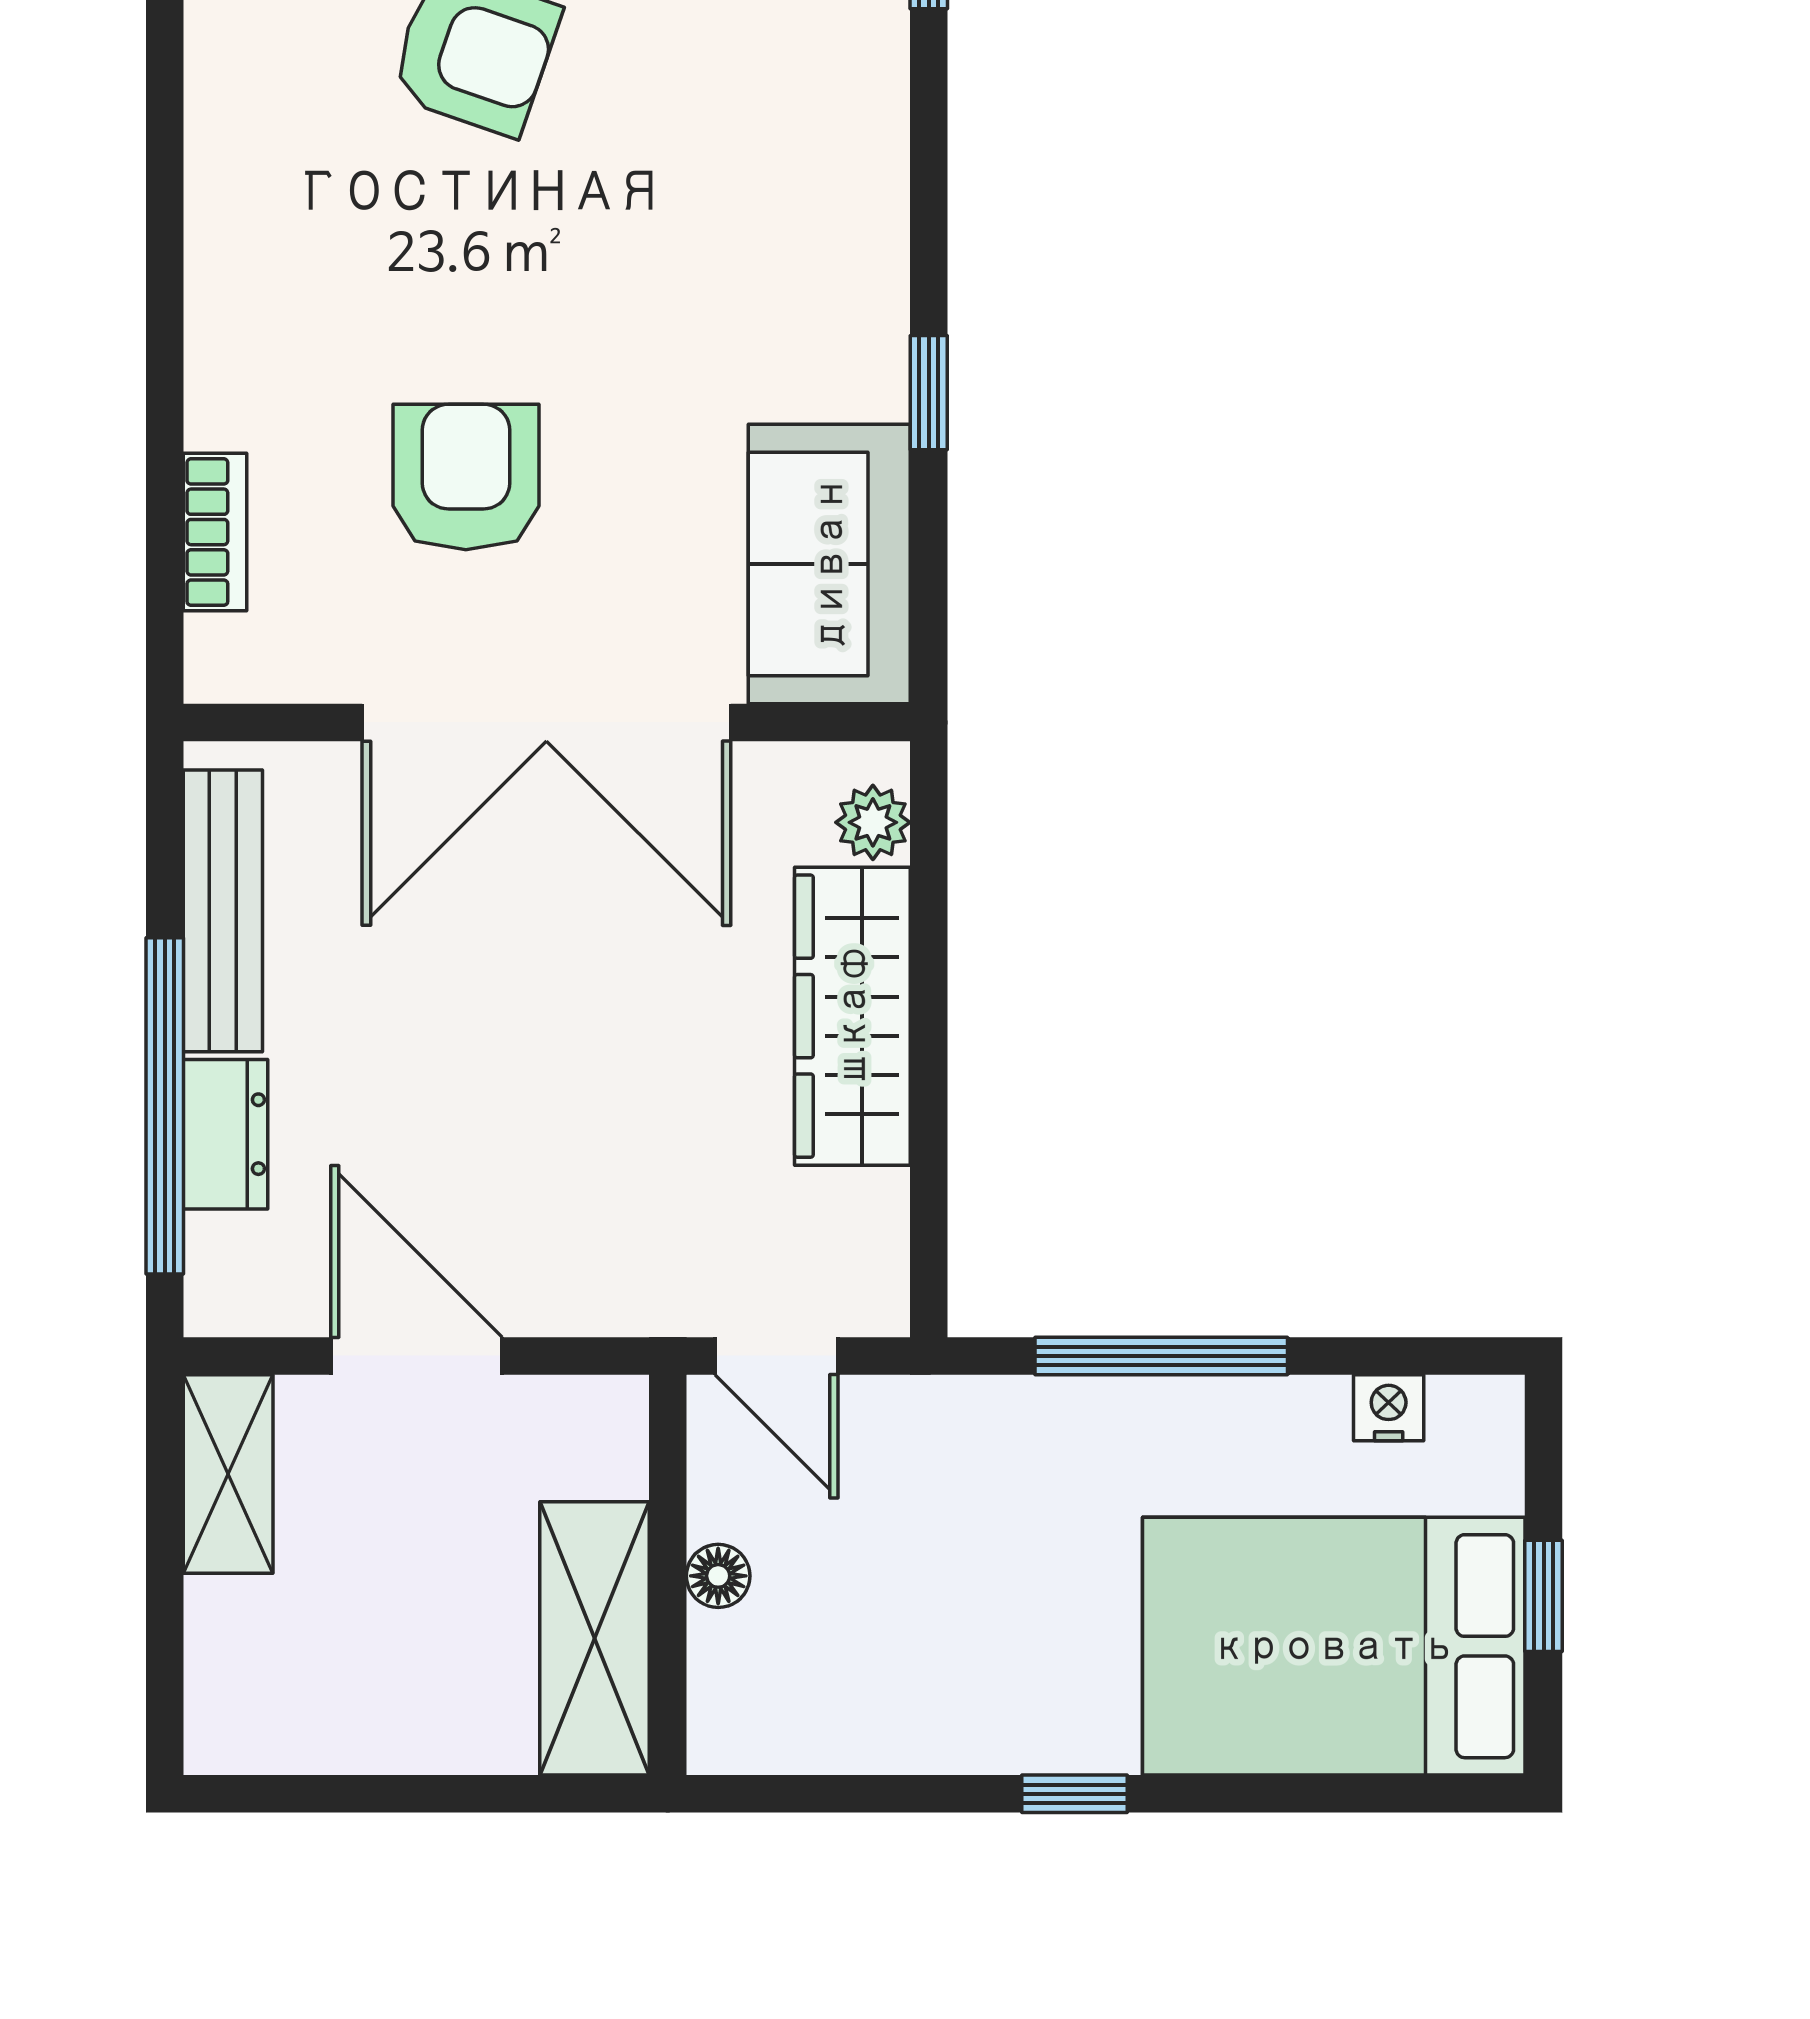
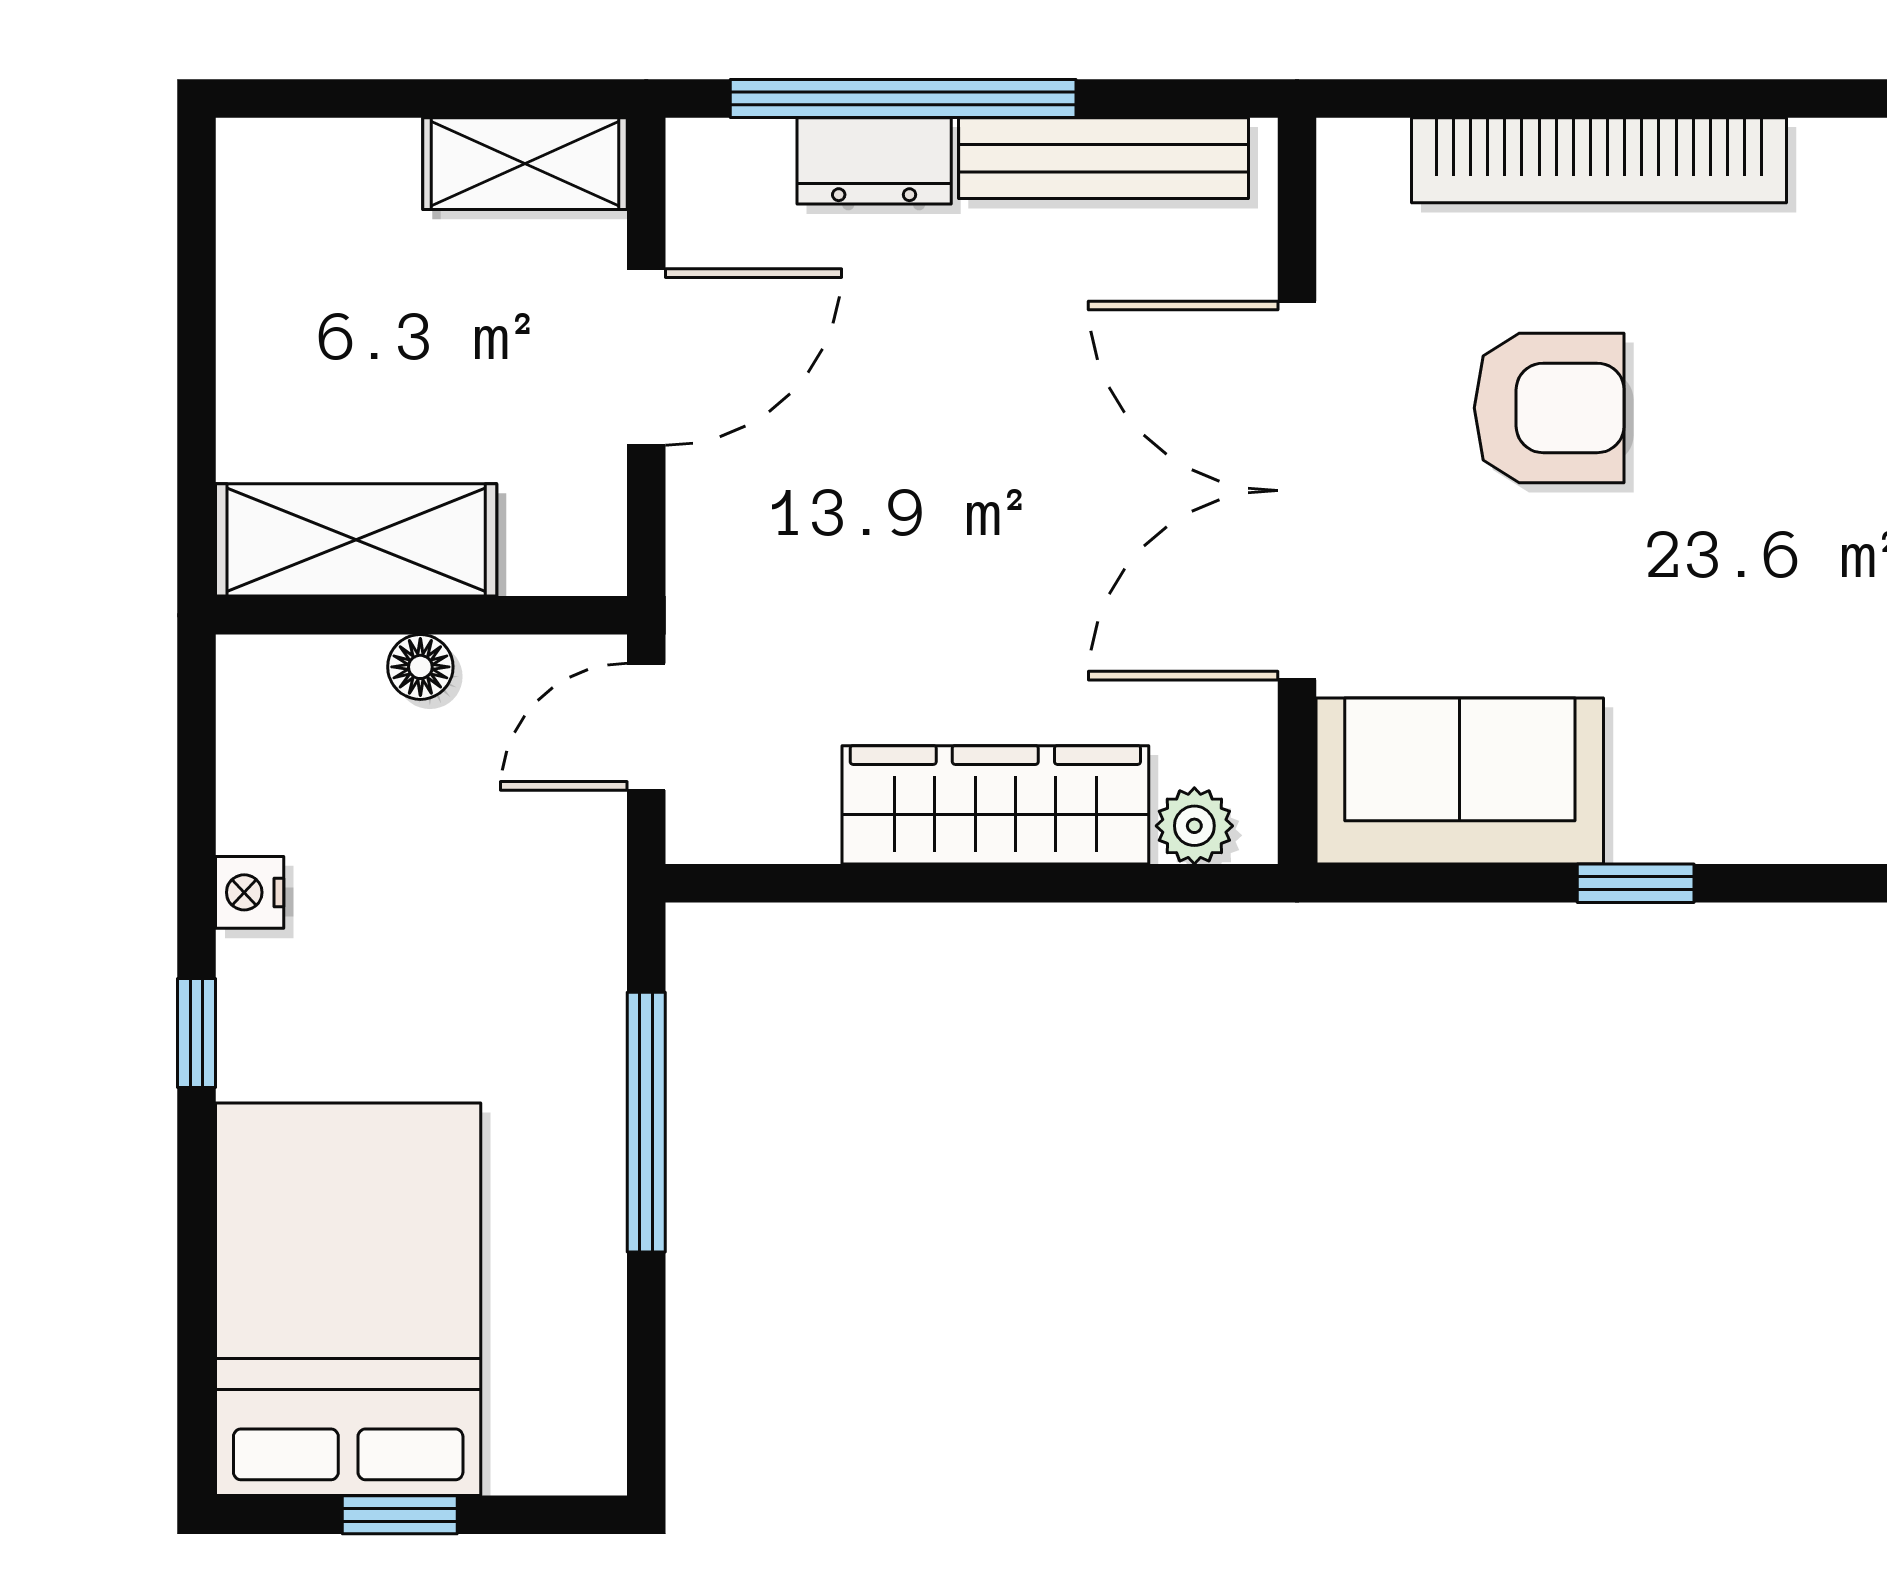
bookcase: (215, 532) -> (1599, 160), width x2.31, depth x1.31
nightstand: (1389, 1408) -> (250, 892), moved, turned 180

